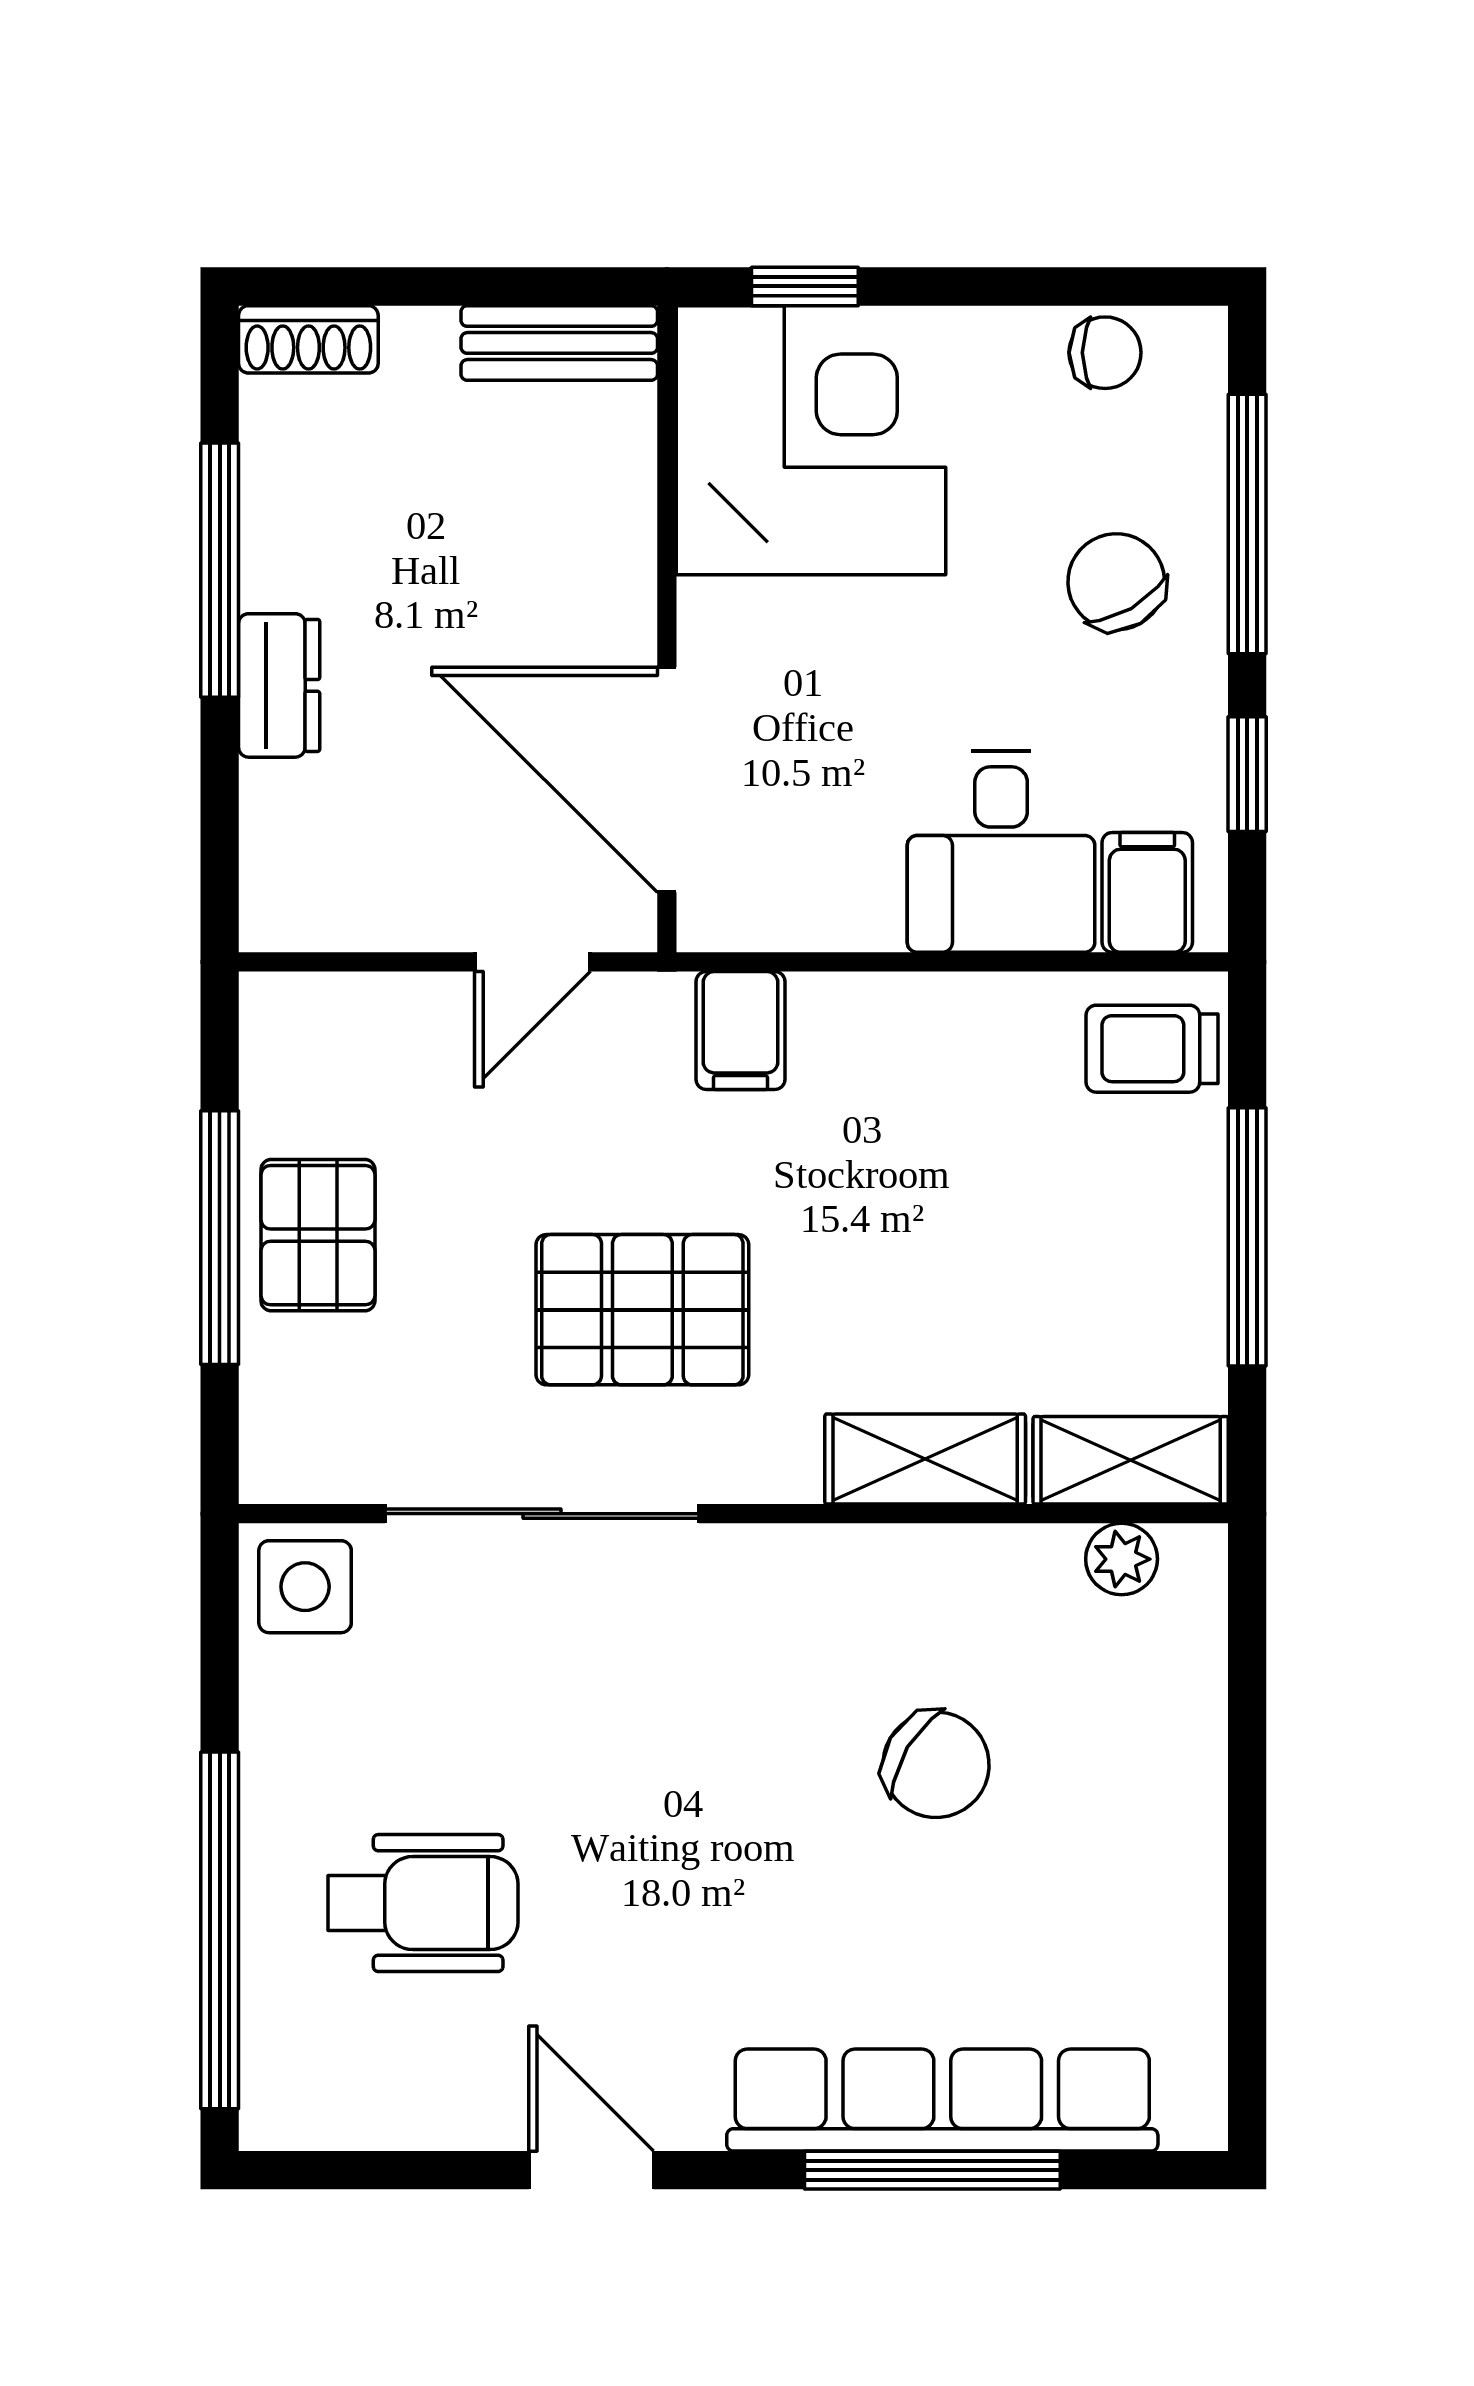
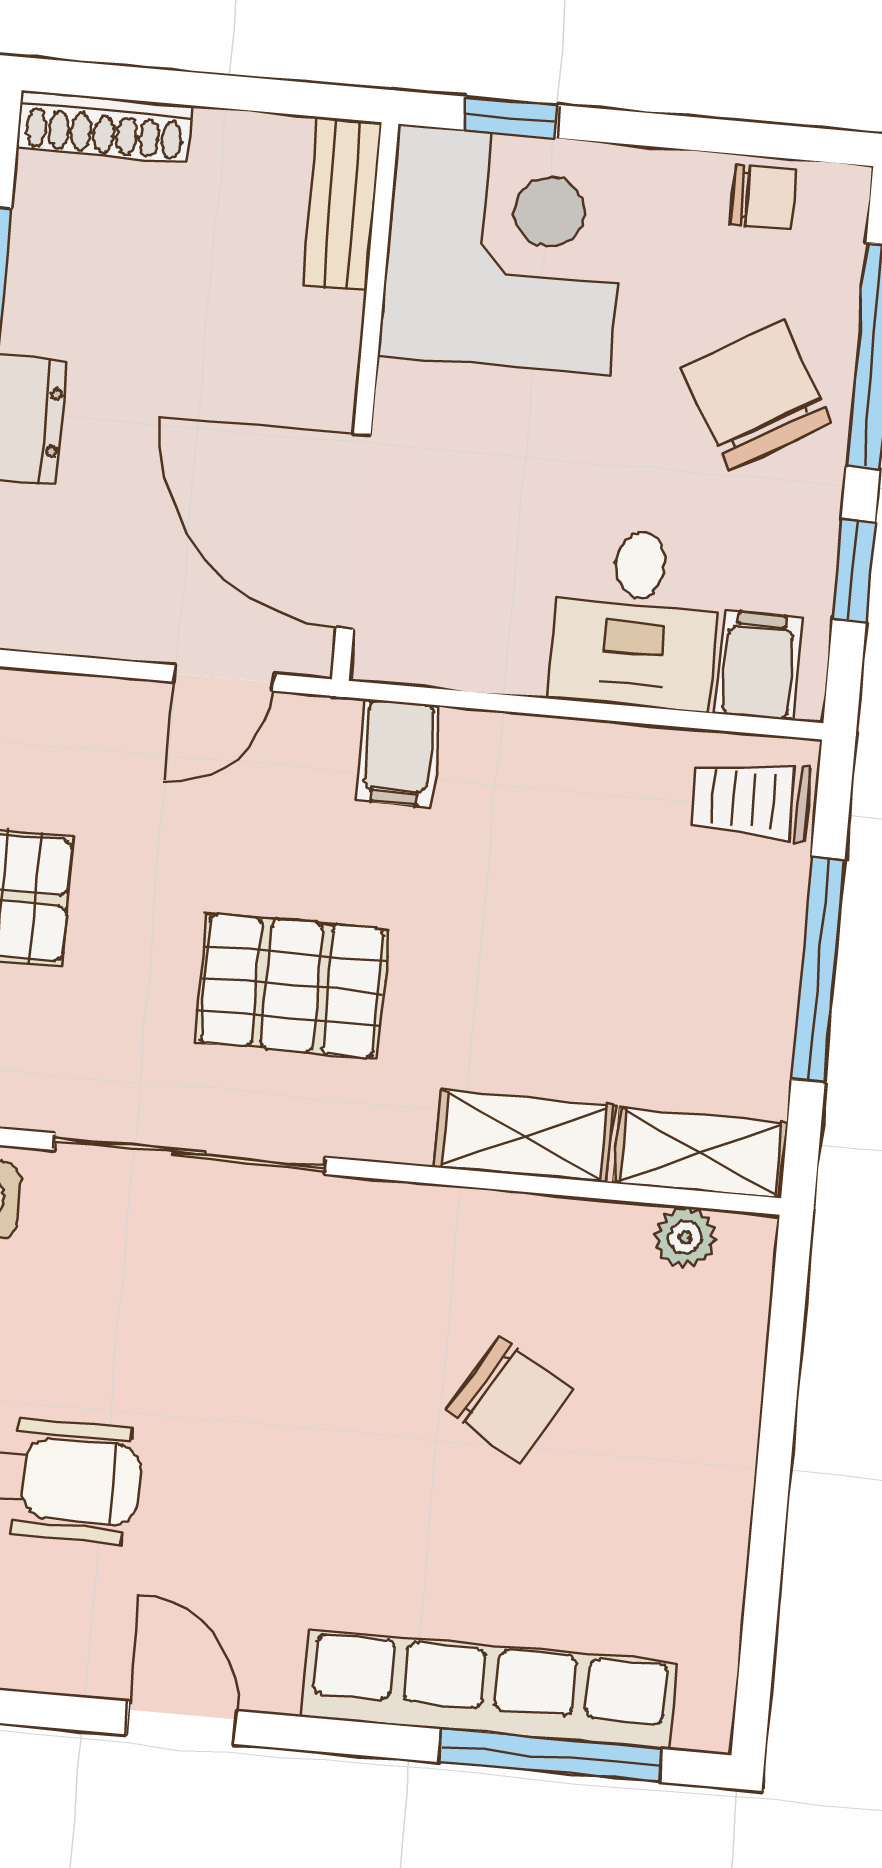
shoe rack: (308, 339) -> (105, 127), width x1.43
bench: (559, 343) -> (342, 204), moved, turned 90
chair: (1116, 582) -> (756, 395), width x1.37, depth x1.37
window: (932, 2170) -> (551, 1756), moved

